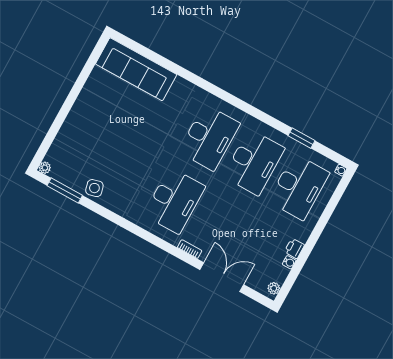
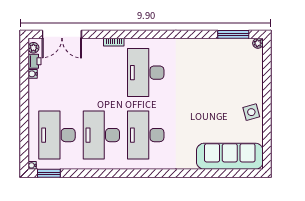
window: (301, 138) -> (49, 173), moved
side table: (94, 188) -> (251, 112), moved
printer: (294, 248) -> (34, 61), moved
double door: (222, 277) -> (62, 34), moved

